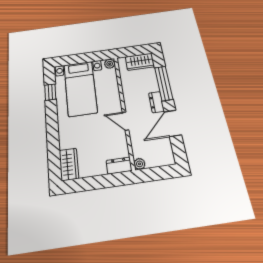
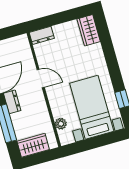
plant: (110, 64) -> (61, 124), moved
plant: (140, 164) -> (23, 39), removed

